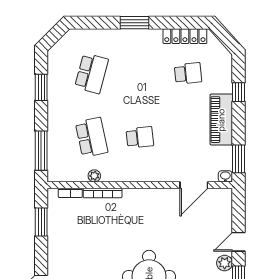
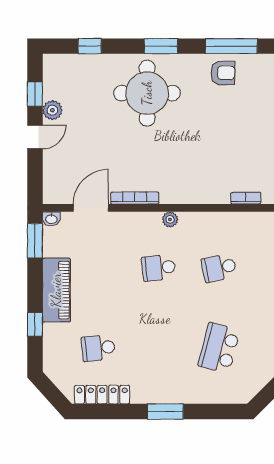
school desk: (92, 137) -> (219, 268), width x0.54
plant: (94, 176) -> (170, 219), moved
bookcase: (103, 193) -> (135, 198), moved

